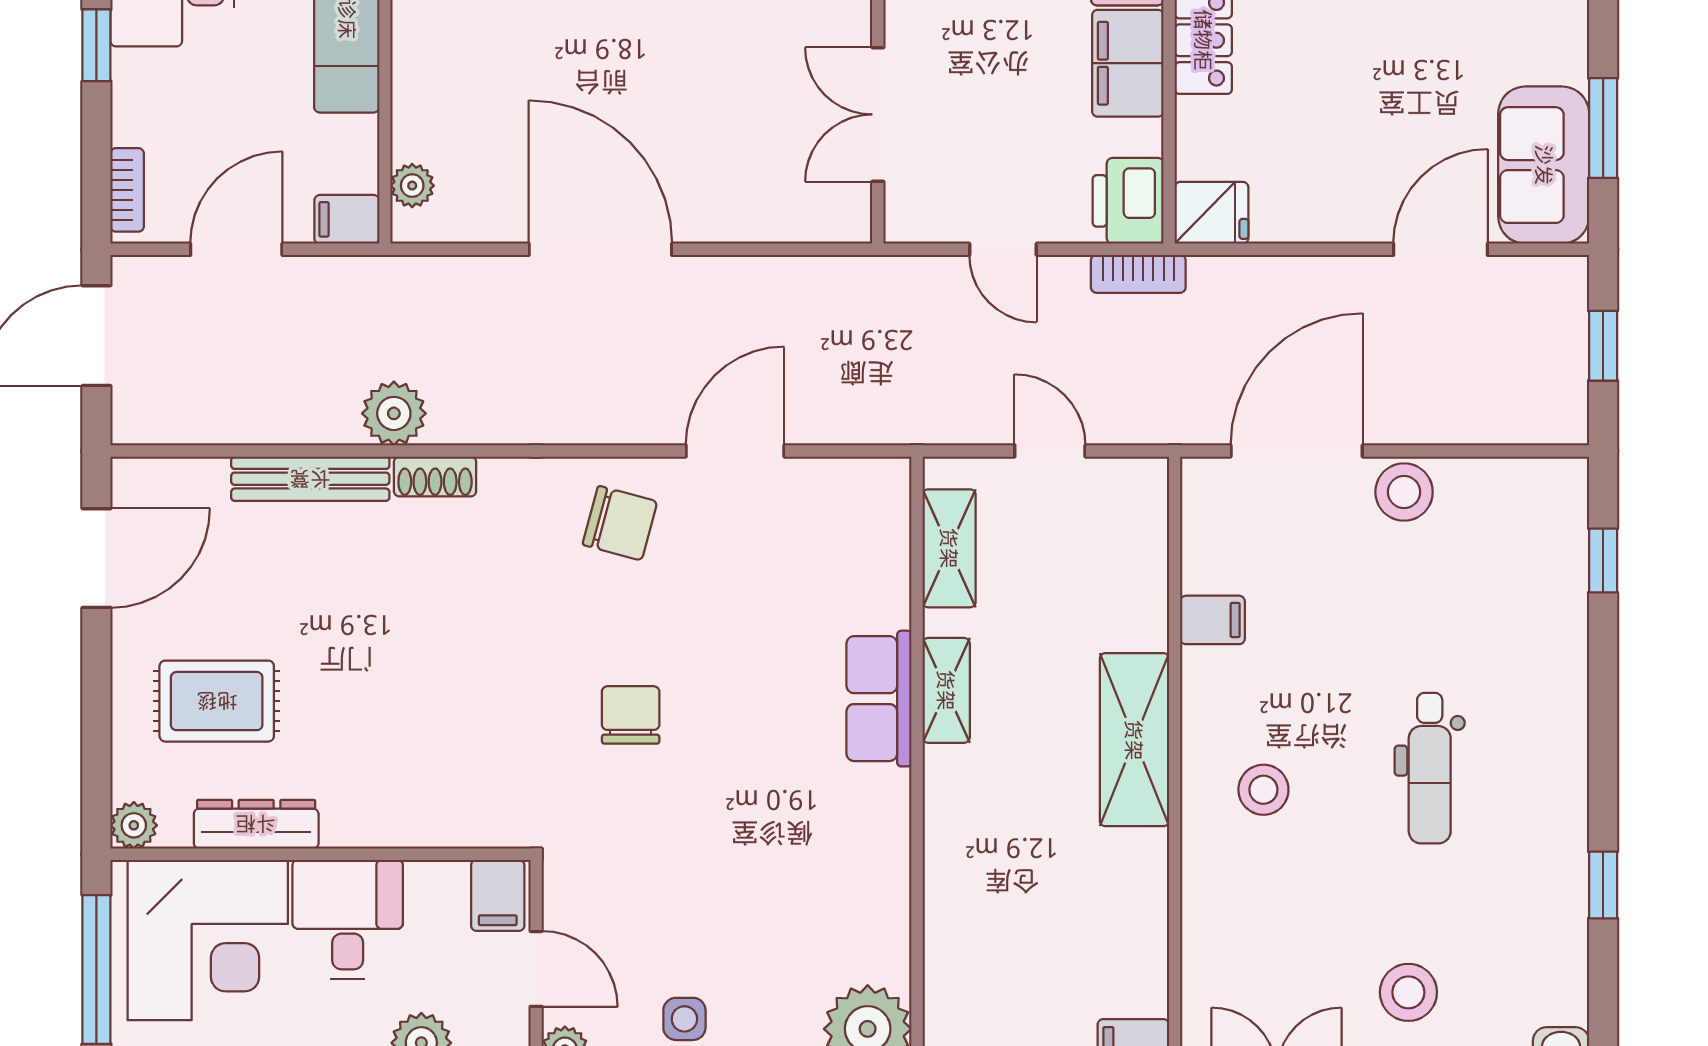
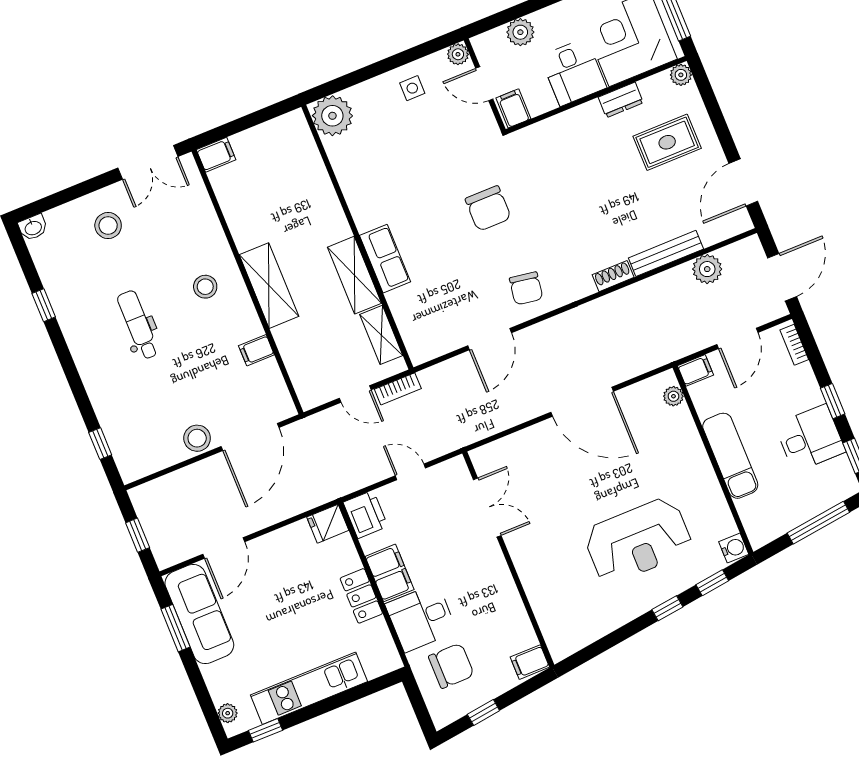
sofa: (1544, 165) -> (199, 614), width x1.36
bookcase: (1138, 274) -> (398, 389), moved, turned 180
plant: (394, 413) -> (707, 269), moved
chair: (620, 523) -> (526, 288), turned -96
shelving: (946, 690) -> (354, 275), width x1.50, depth x1.33
chair: (631, 715) -> (488, 208), width x1.37, depth x1.37
dresser: (256, 824) -> (621, 100), width x0.70

